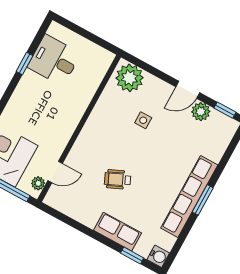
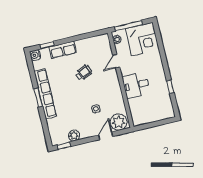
desk: (54, 60) -> (136, 85), moved, turned 180
door: (188, 90) -> (106, 136), moved
door: (55, 172) -> (116, 61), moved

